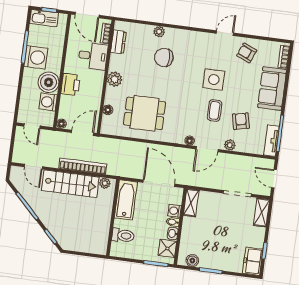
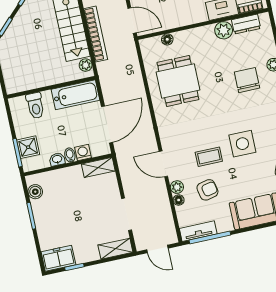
plant: (115, 79) -> (224, 30), moved
floor lamp: (190, 141) -> (179, 200), moved
door: (274, 179) -> (157, 249), swing flipped
shower: (167, 248) -> (28, 147), moved

